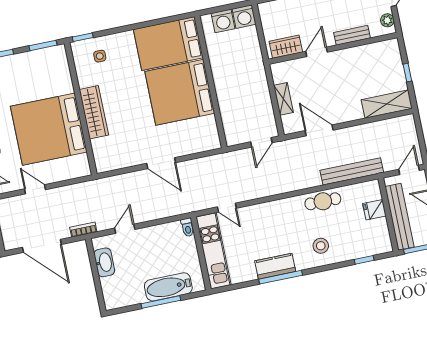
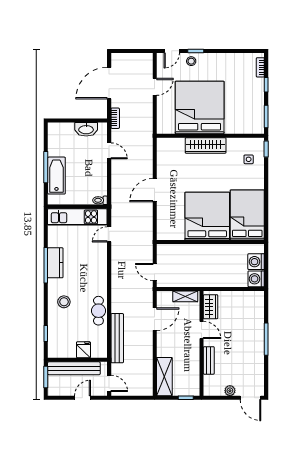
bench: (352, 35) -> (209, 360), moved
wardrobe: (286, 47) -> (211, 307), moved
wall: (333, 48) -> (202, 343), moved
door: (317, 52) -> (202, 330), moved

